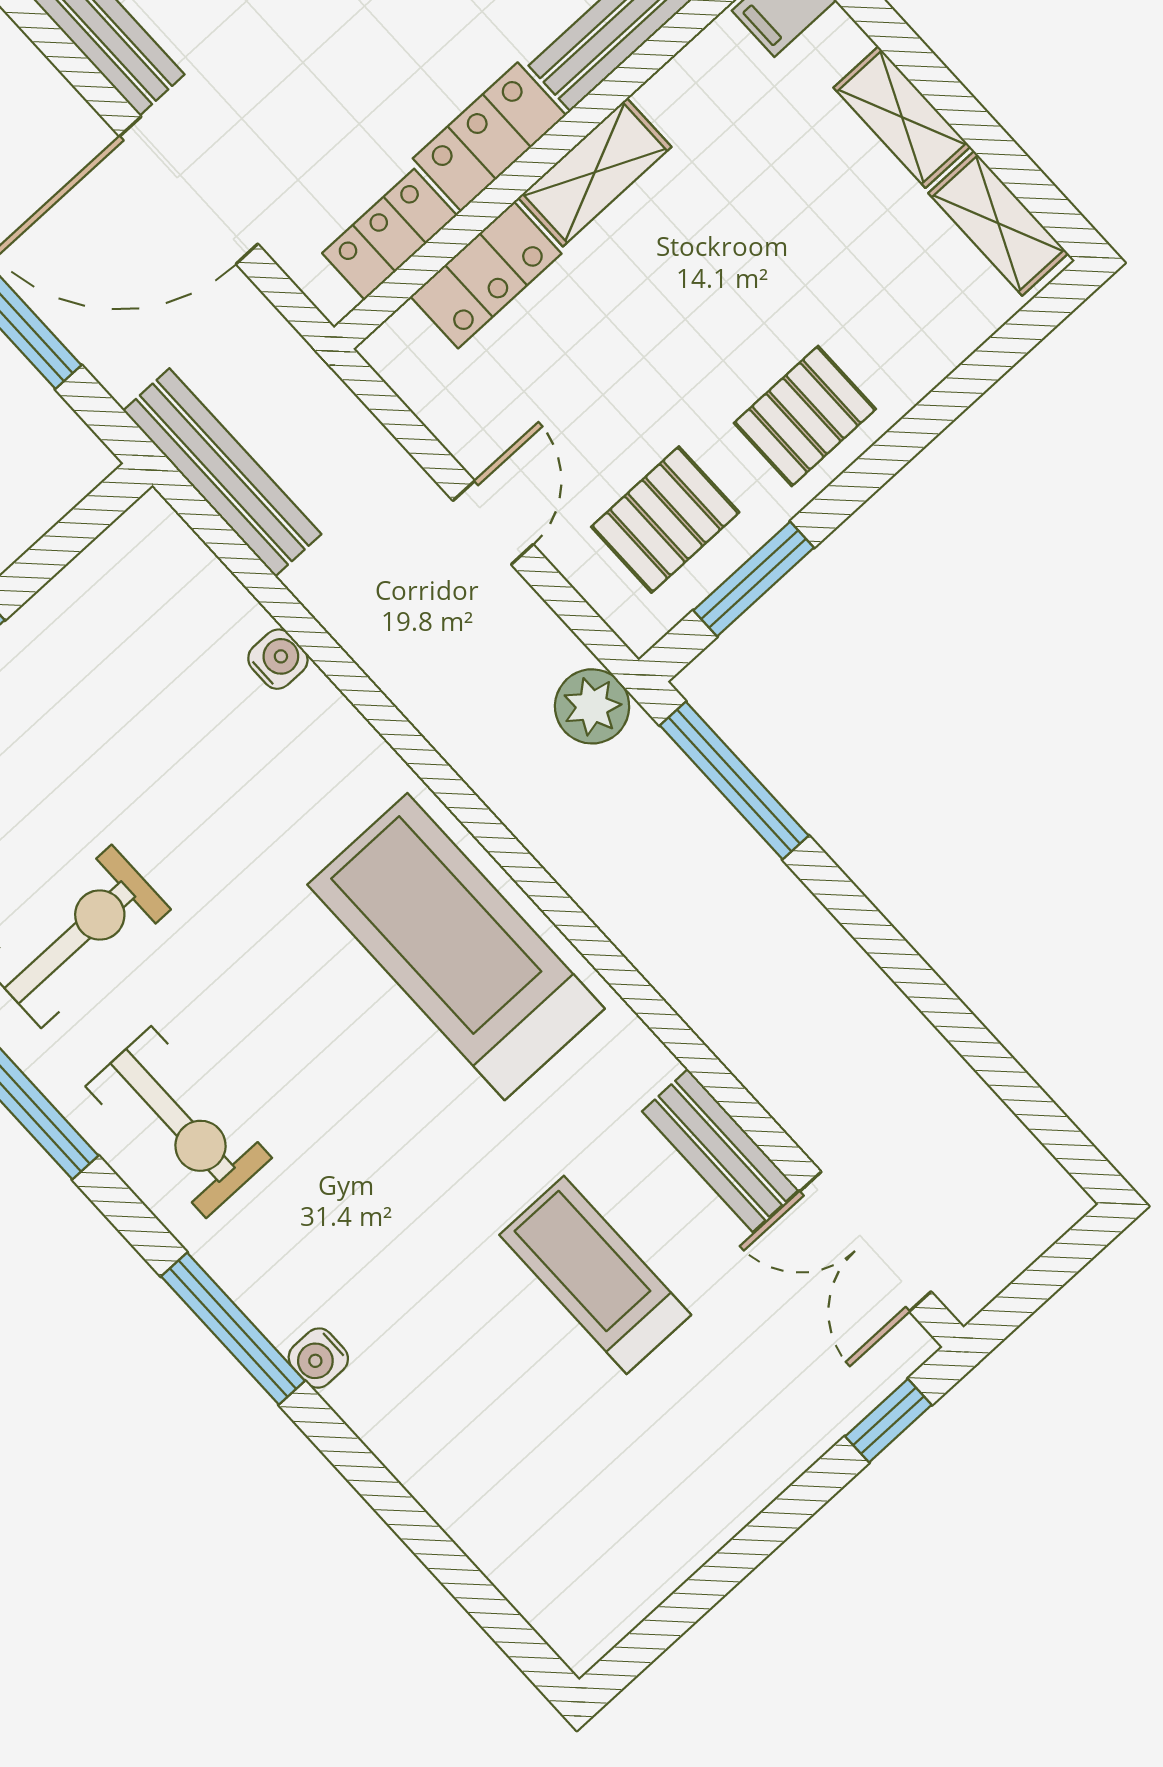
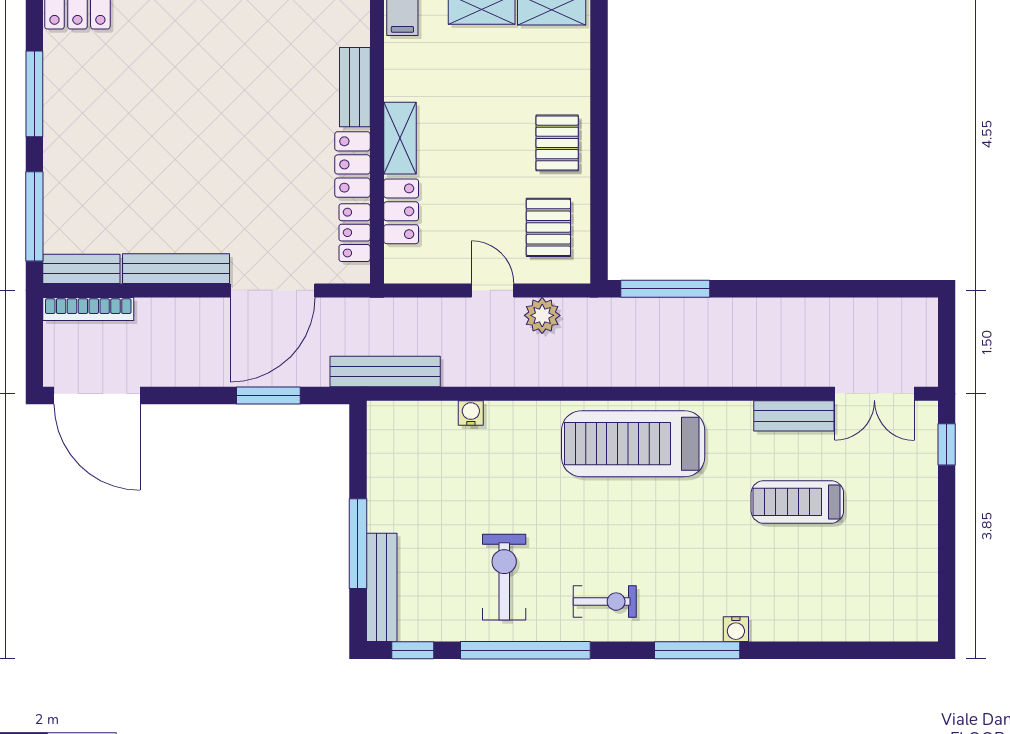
window: (754, 579) -> (599, 215), removed
plant: (592, 706) -> (542, 315), moved
exercise bike: (179, 1122) -> (605, 602), width x0.73, depth x0.72

